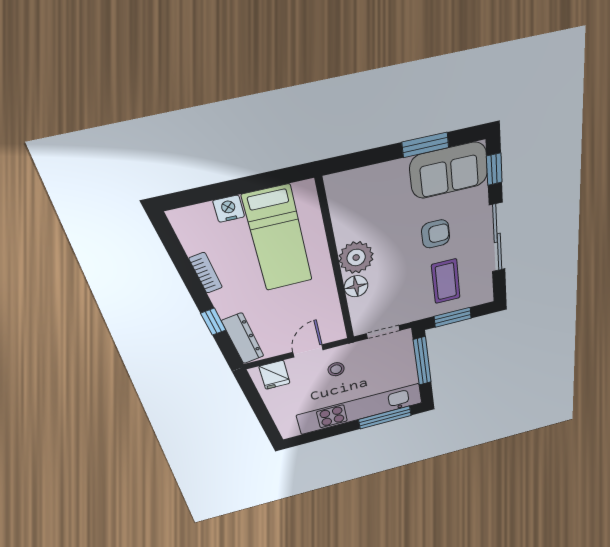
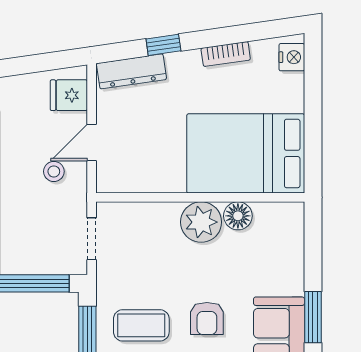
nightstand: (229, 209) -> (292, 57), moved
bed: (278, 239) -> (246, 153), width x1.50
floor lamp: (356, 286) -> (238, 216), moved
door: (308, 351) -> (92, 143), swing flipped

